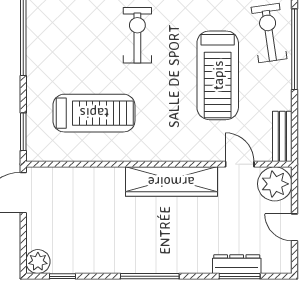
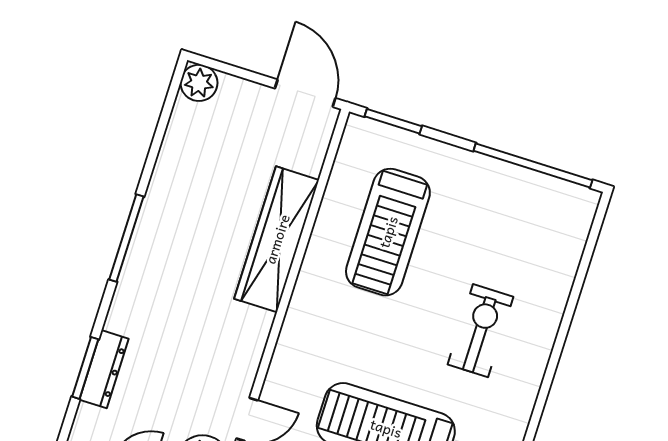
exercise bike: (137, 35) -> (480, 331), turned -90
wardrobe: (171, 182) -> (277, 239), moved
window: (62, 276) -> (167, 112), removed

